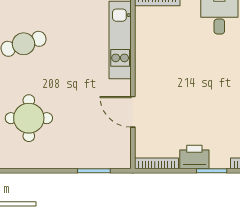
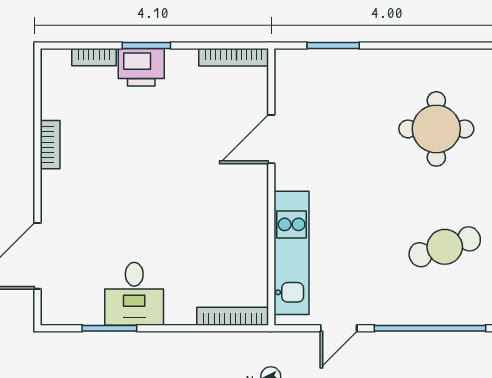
door: (133, 112) -> (271, 139), swing flipped
printer: (194, 157) -> (141, 67), moved

